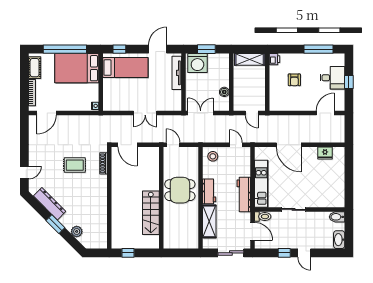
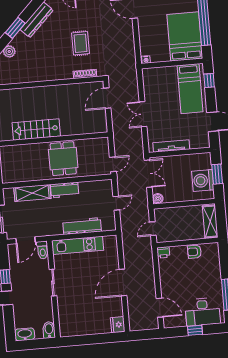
printer: (274, 59) -> (163, 252), moved
washing machine: (197, 63) -> (203, 180), moved
tv unit: (177, 73) -> (171, 146), moved
desk: (332, 78) -> (203, 312), width x1.37
armchair: (294, 80) -> (194, 252), moved
boiler: (224, 92) -> (158, 199), moved
door: (173, 145) -> (113, 164), moved
door: (236, 145) -> (116, 203), moved
door: (289, 145) -> (123, 283), moved
fridge: (325, 153) -> (118, 325), moved
stool: (213, 156) -> (103, 191), removed
workbench: (244, 195) -> (82, 226), moved

